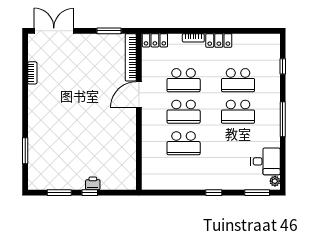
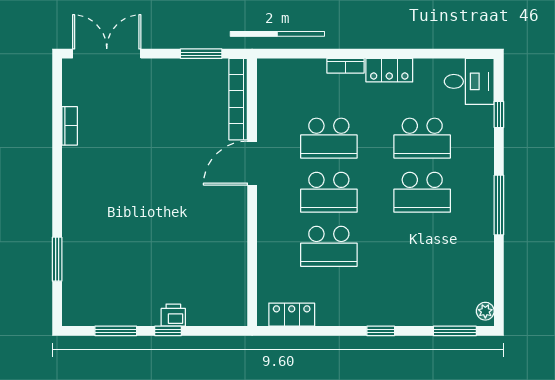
locker: (155, 40) -> (292, 315), moved, turned 180
desk: (265, 161) -> (469, 81), moved

